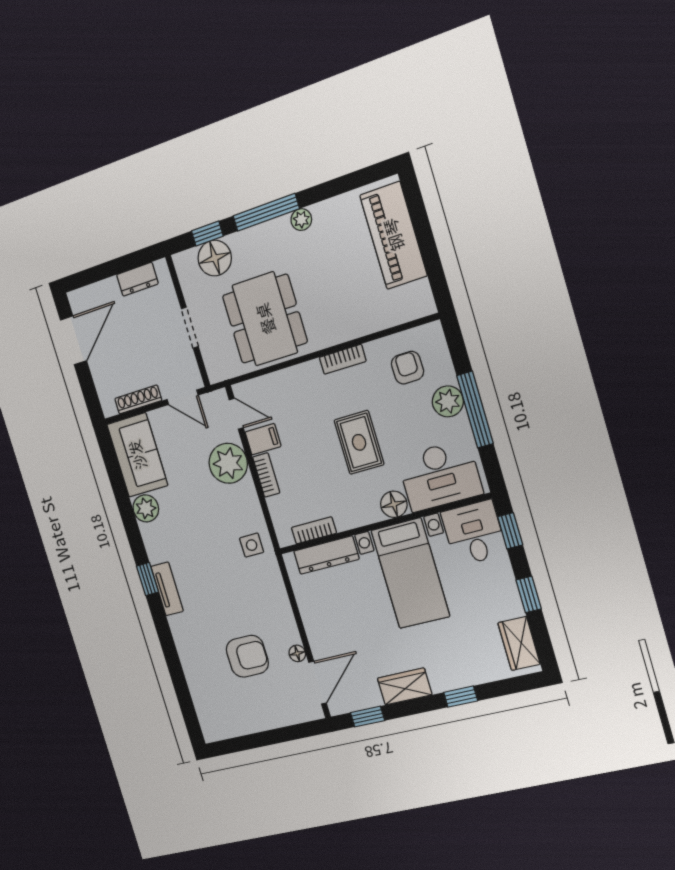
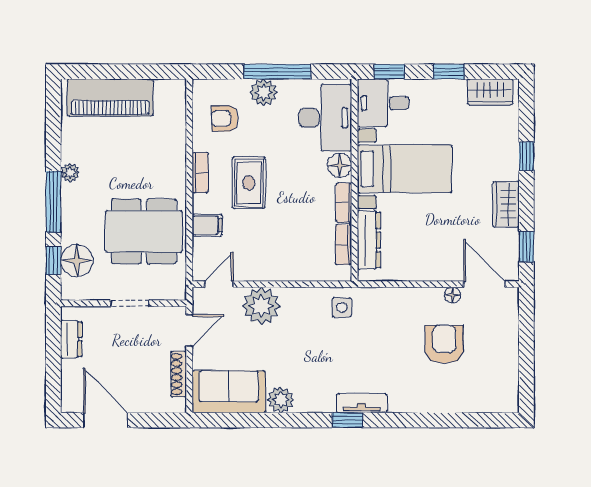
filing cabinet: (263, 439) -> (207, 225), moved, turned 90
rug: (359, 442) -> (249, 183), moved, turned 90
bookcase: (266, 475) -> (344, 203), moved, turned -90

